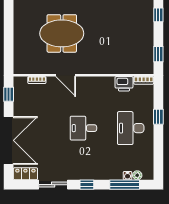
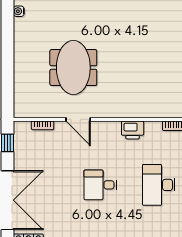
meeting table: (62, 33) -> (73, 68), turned 90
printer: (124, 84) -> (133, 130), moved

